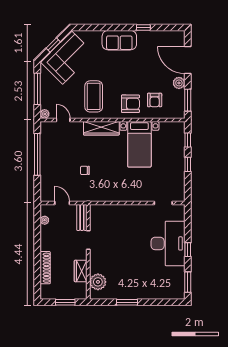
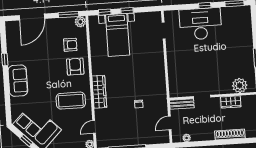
plant: (179, 83) -> (80, 22), moved
bed with nightstands: (139, 144) -> (118, 35), moved, turned 90

